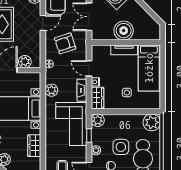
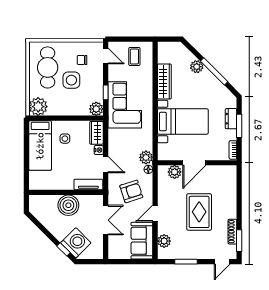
tv unit: (124, 50) -> (88, 184), moved
bed: (149, 68) -> (40, 146), moved, turned 180
plant: (51, 90) -> (146, 157), moved
fireplace: (82, 90) -> (113, 141), removed
wardrobe: (34, 146) -> (164, 81), width x1.50
plant: (96, 150) -> (98, 77), removed

